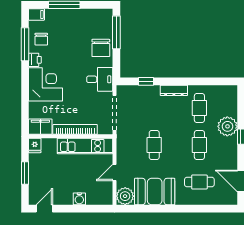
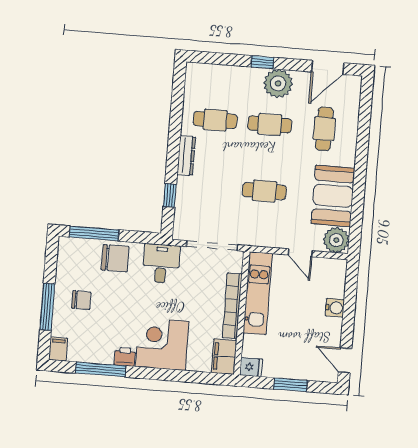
chair: (41, 39) -> (81, 300), moved
plant: (227, 126) -> (278, 83), moved

